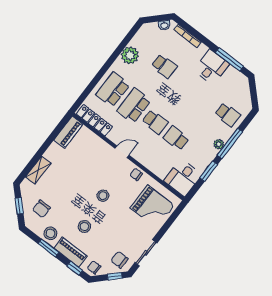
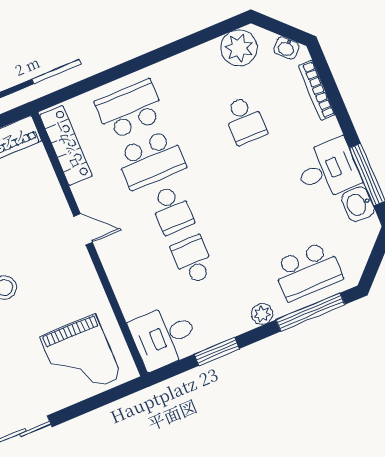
plant: (130, 55) -> (239, 48), moved
washbasin: (233, 74) -> (358, 204), added
school desk: (134, 106) -> (151, 160), turned 180
school desk: (228, 115) -> (308, 271), width x1.85
window: (230, 143) -> (310, 312), moved
chair: (136, 174) -> (85, 284), removed

